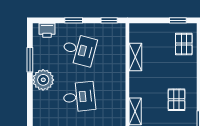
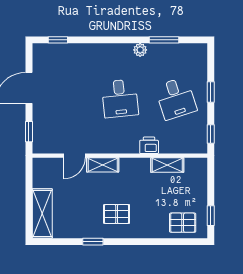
printer: (47, 30) -> (149, 145), moved, turned 90
desk: (79, 50) -> (176, 98), turned -33
plant: (43, 80) -> (140, 50), width x0.53, depth x0.53

